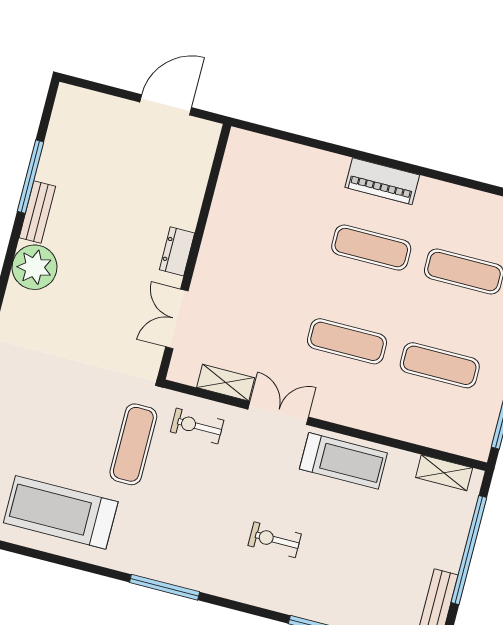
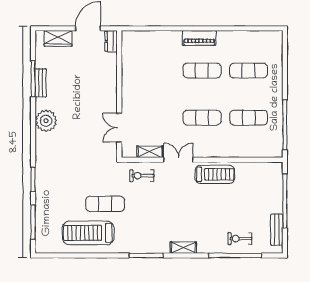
wardrobe: (101, 109) -> (58, 38), added
bench: (37, 212) -> (41, 83), moved
dresser: (177, 251) -> (111, 41), moved
exercise mat: (133, 444) -> (105, 204), moved, turned 90
shelving: (444, 473) -> (183, 248), moved
exercise bike: (275, 540) -> (240, 239), moved

